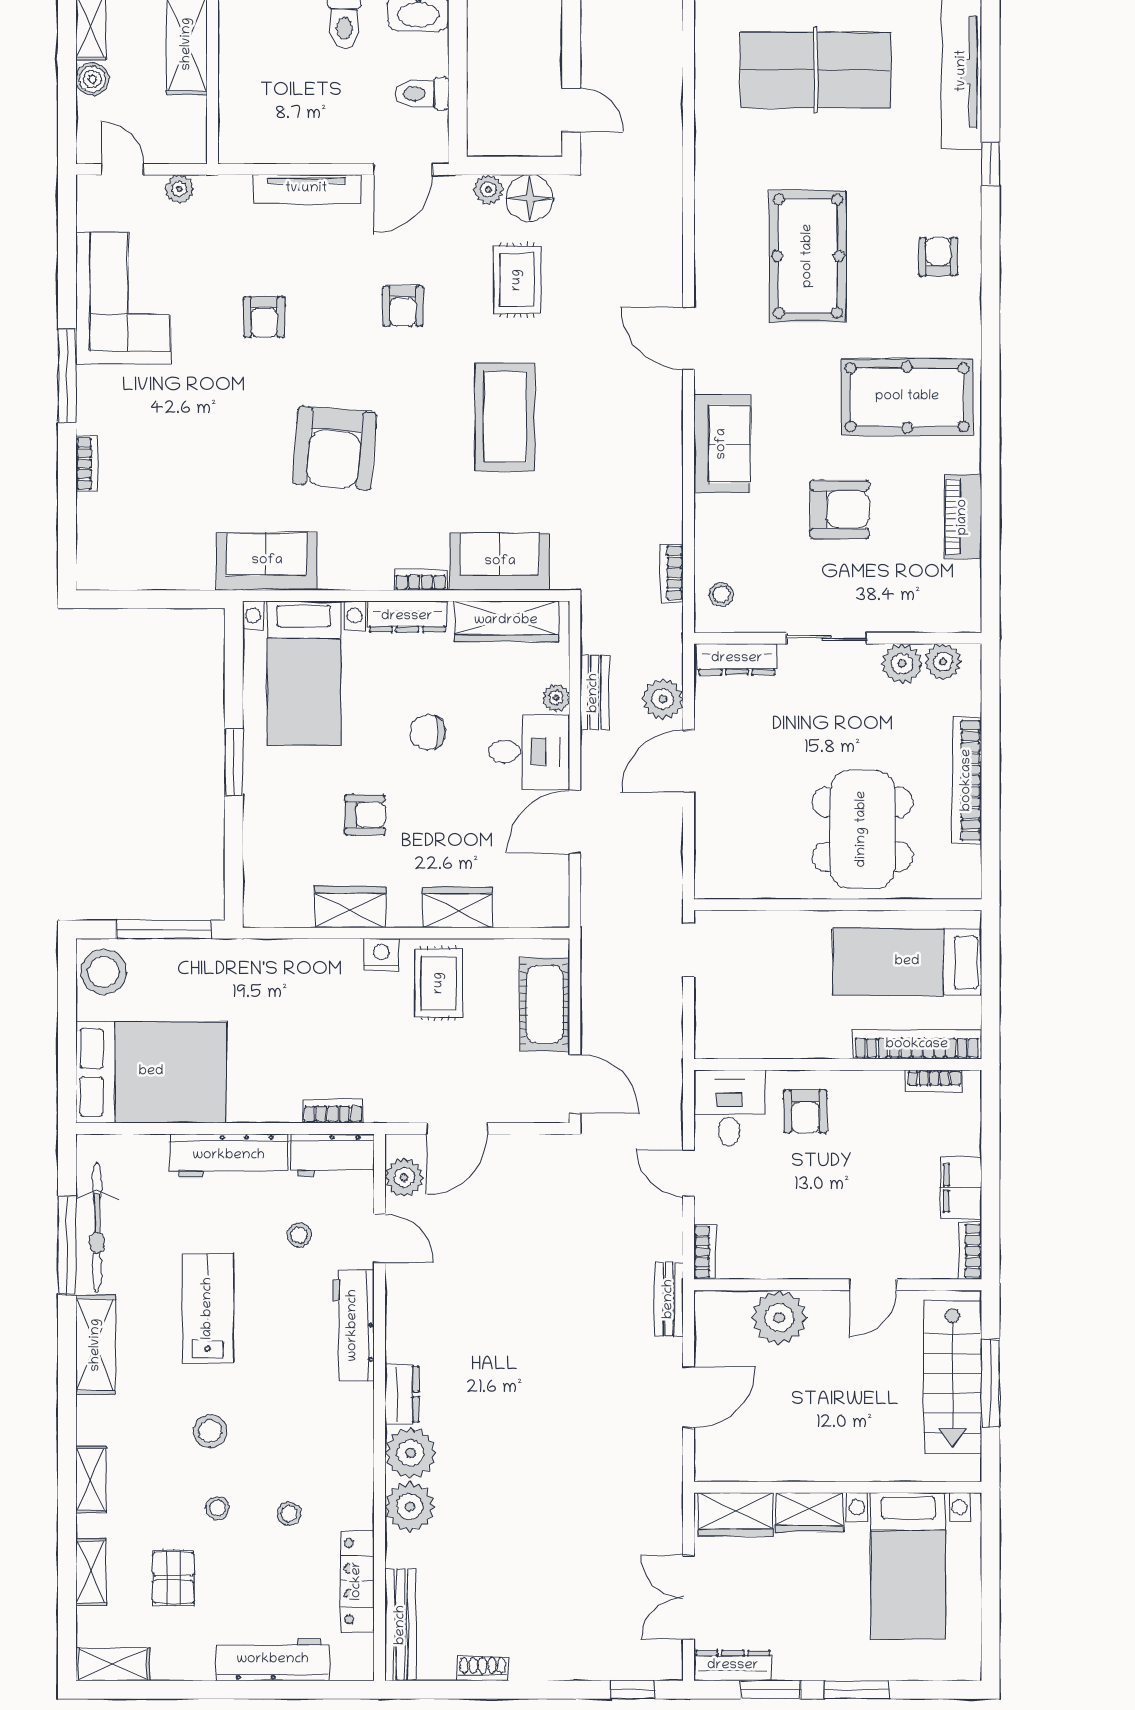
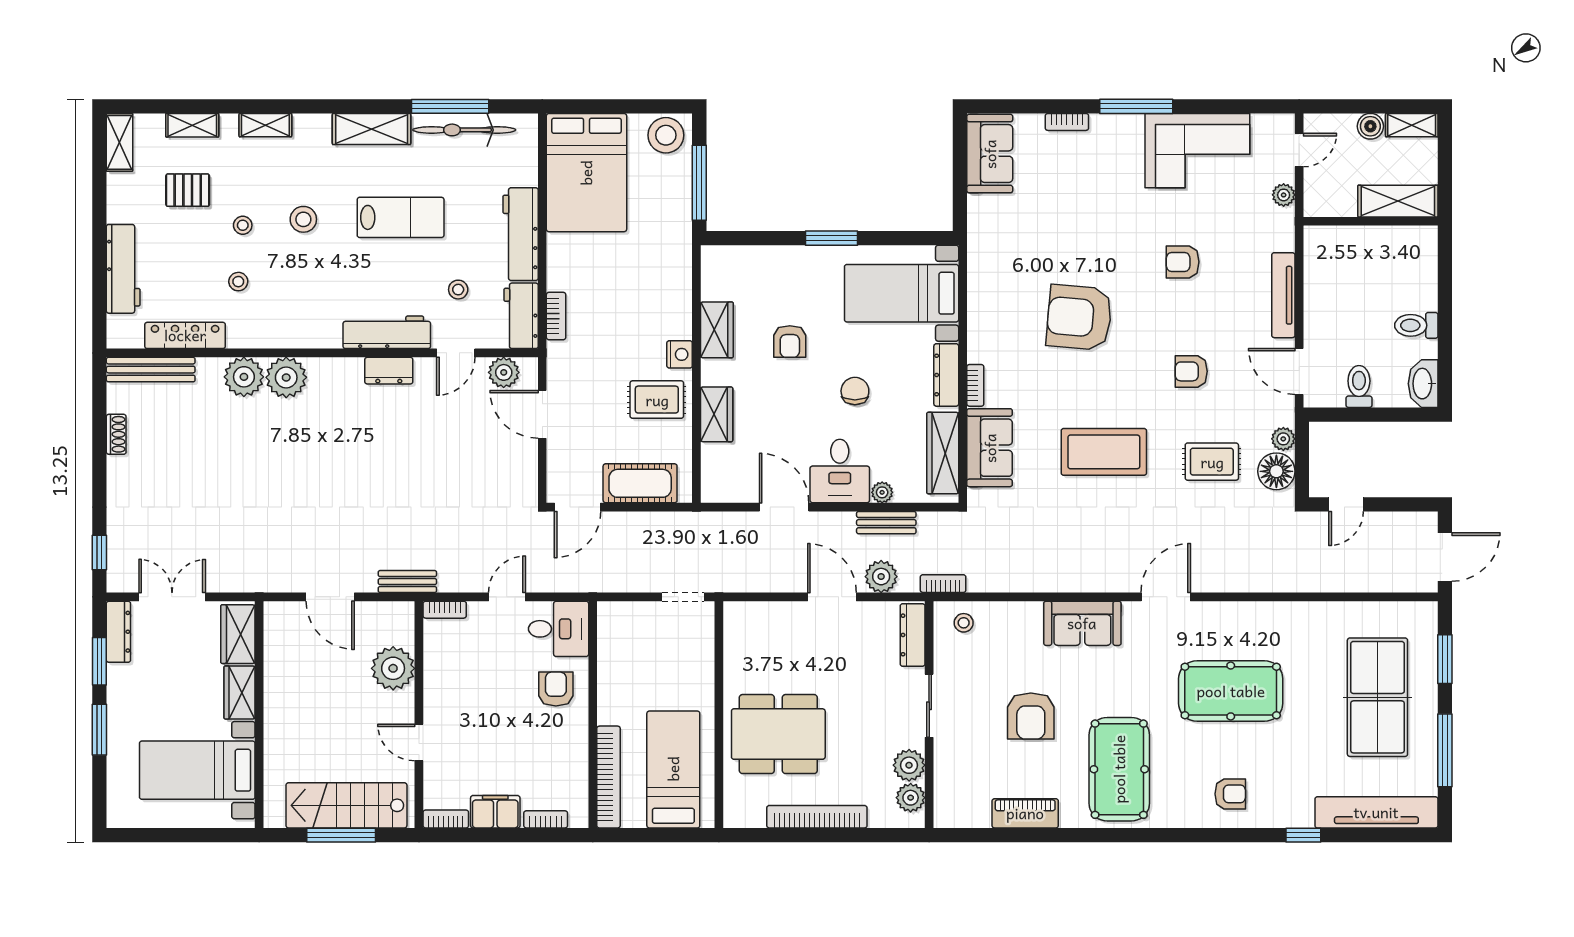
sofa: (267, 561) -> (990, 154), moved
bookcase: (672, 573) -> (943, 584), moved
bookcase: (934, 1081) -> (546, 819), moved, turned 90
armchair: (805, 1111) -> (556, 689), turned 90
dresser: (402, 1394) -> (389, 371), moved

